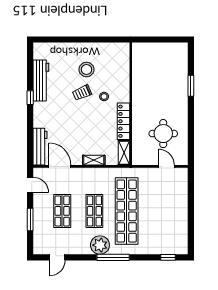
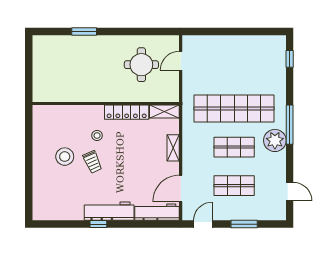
workbench: (41, 81) -> (109, 211), moved

